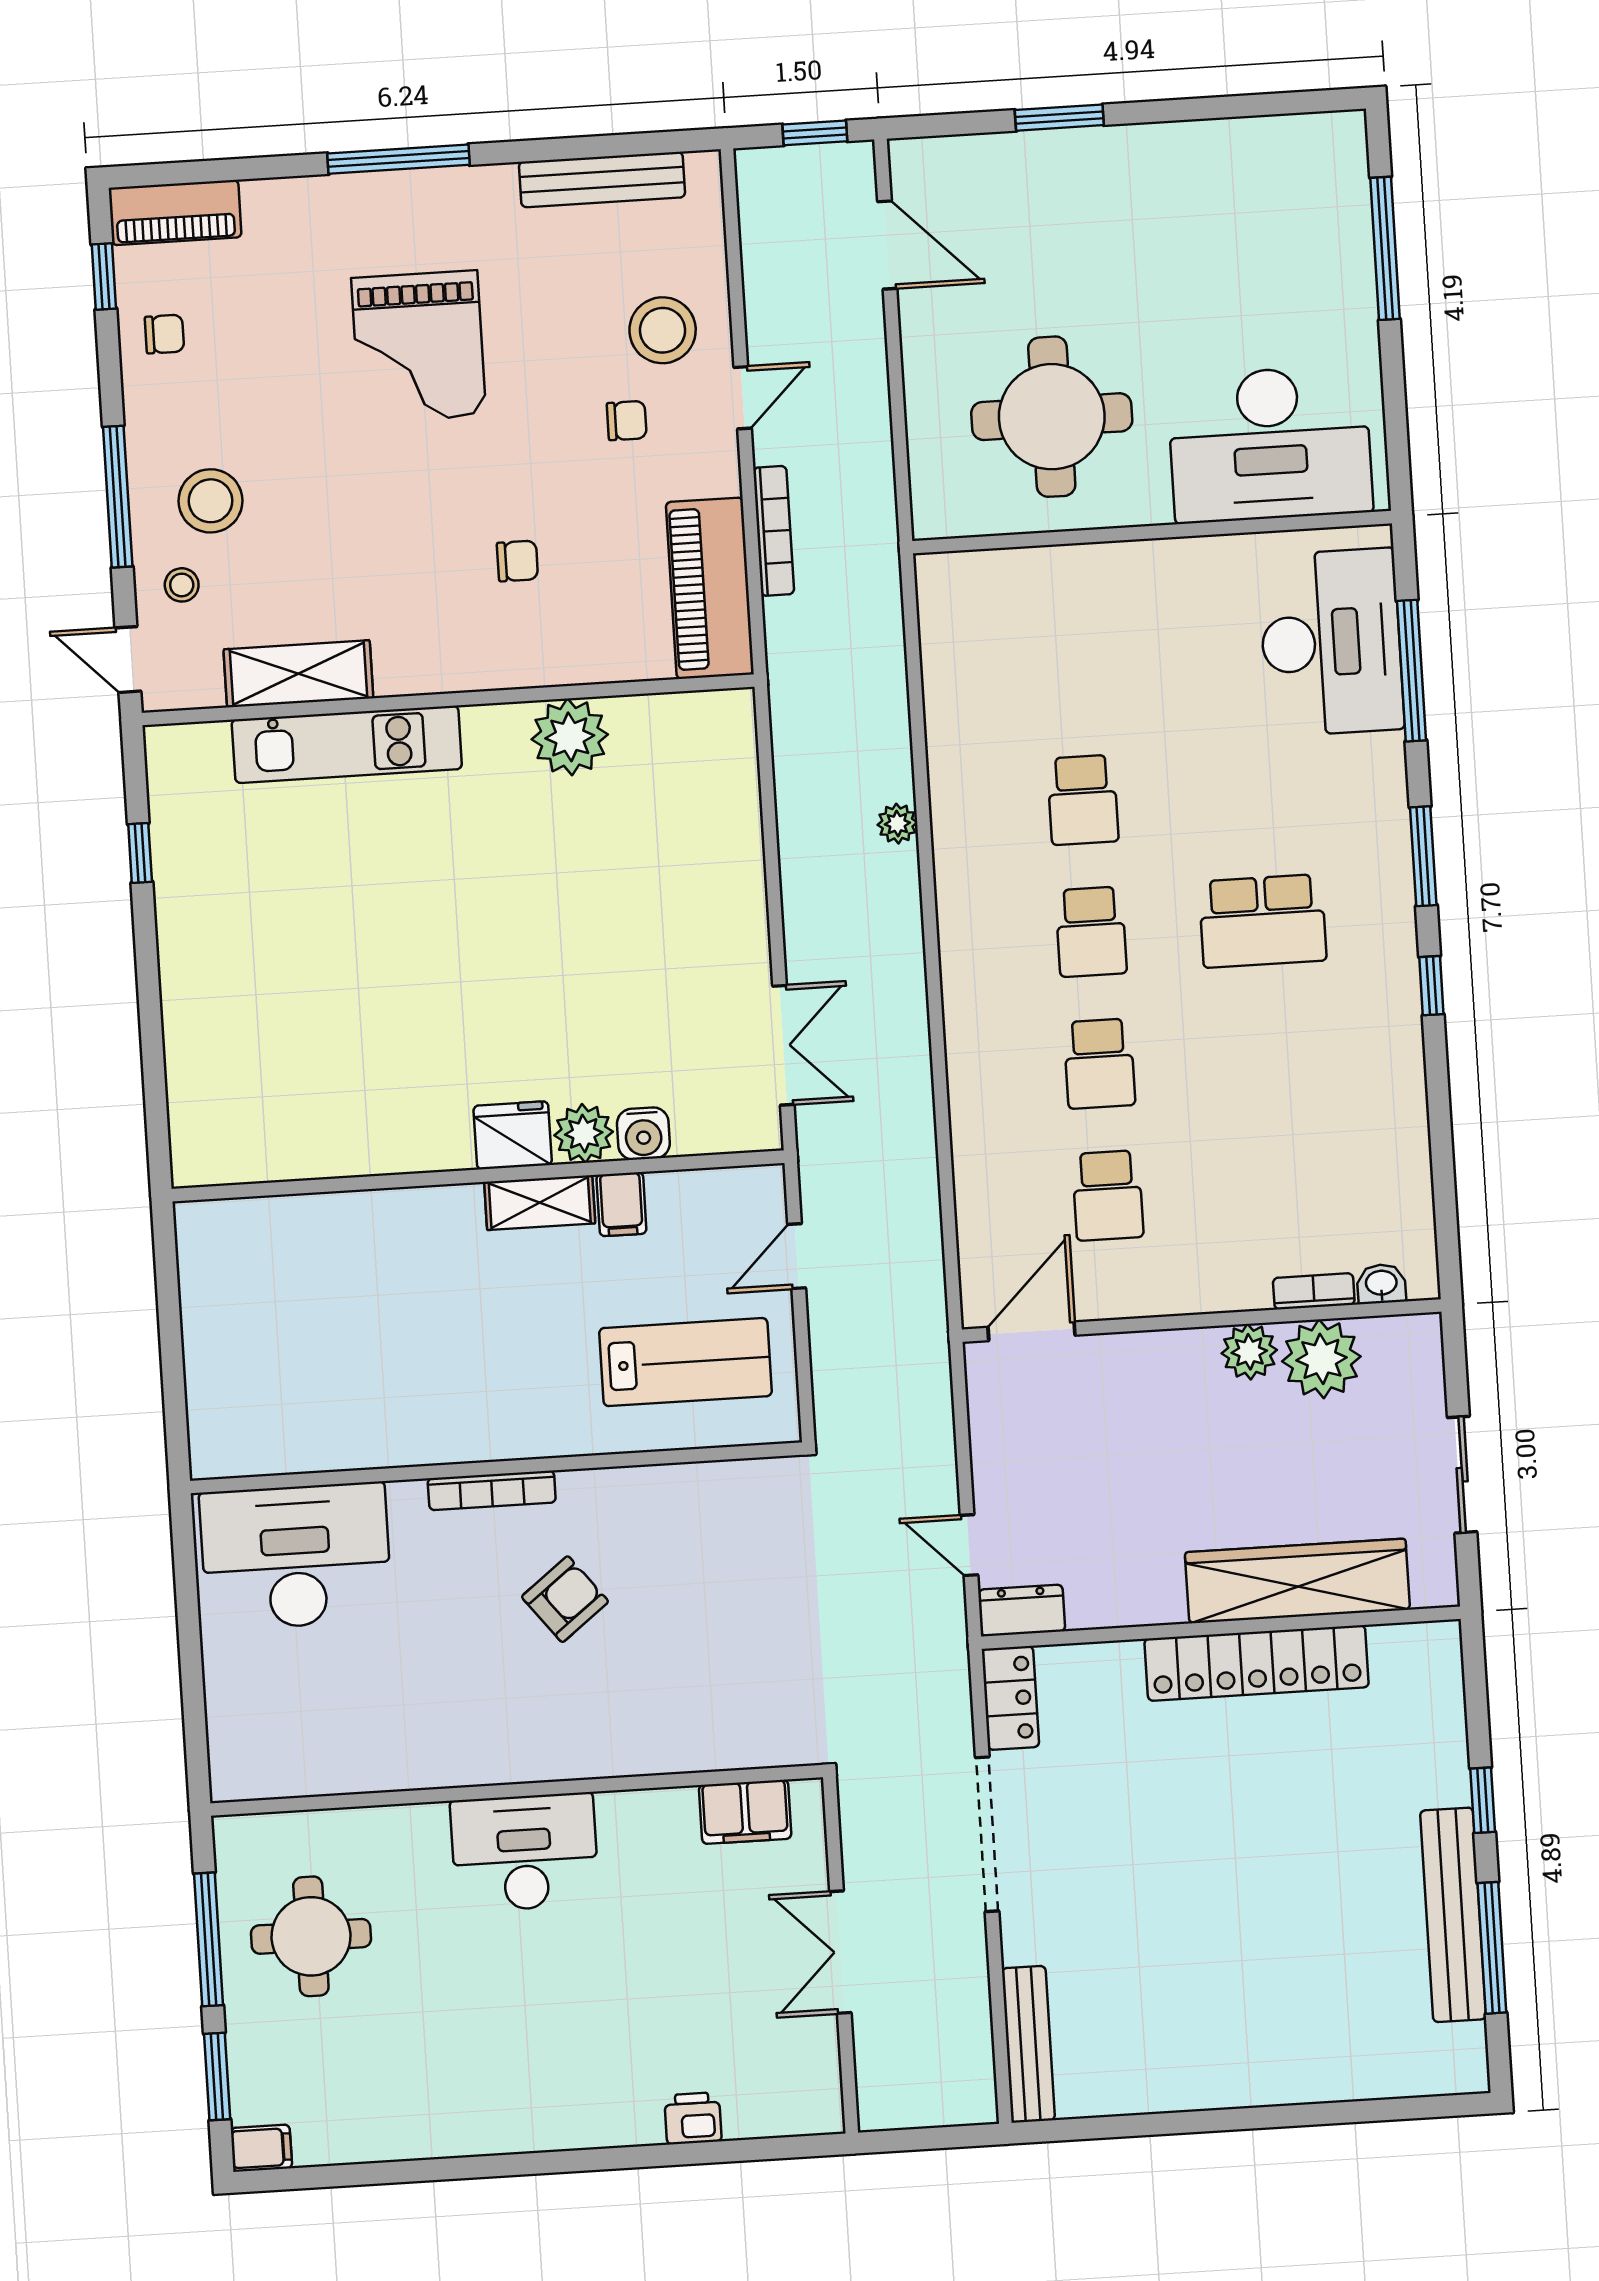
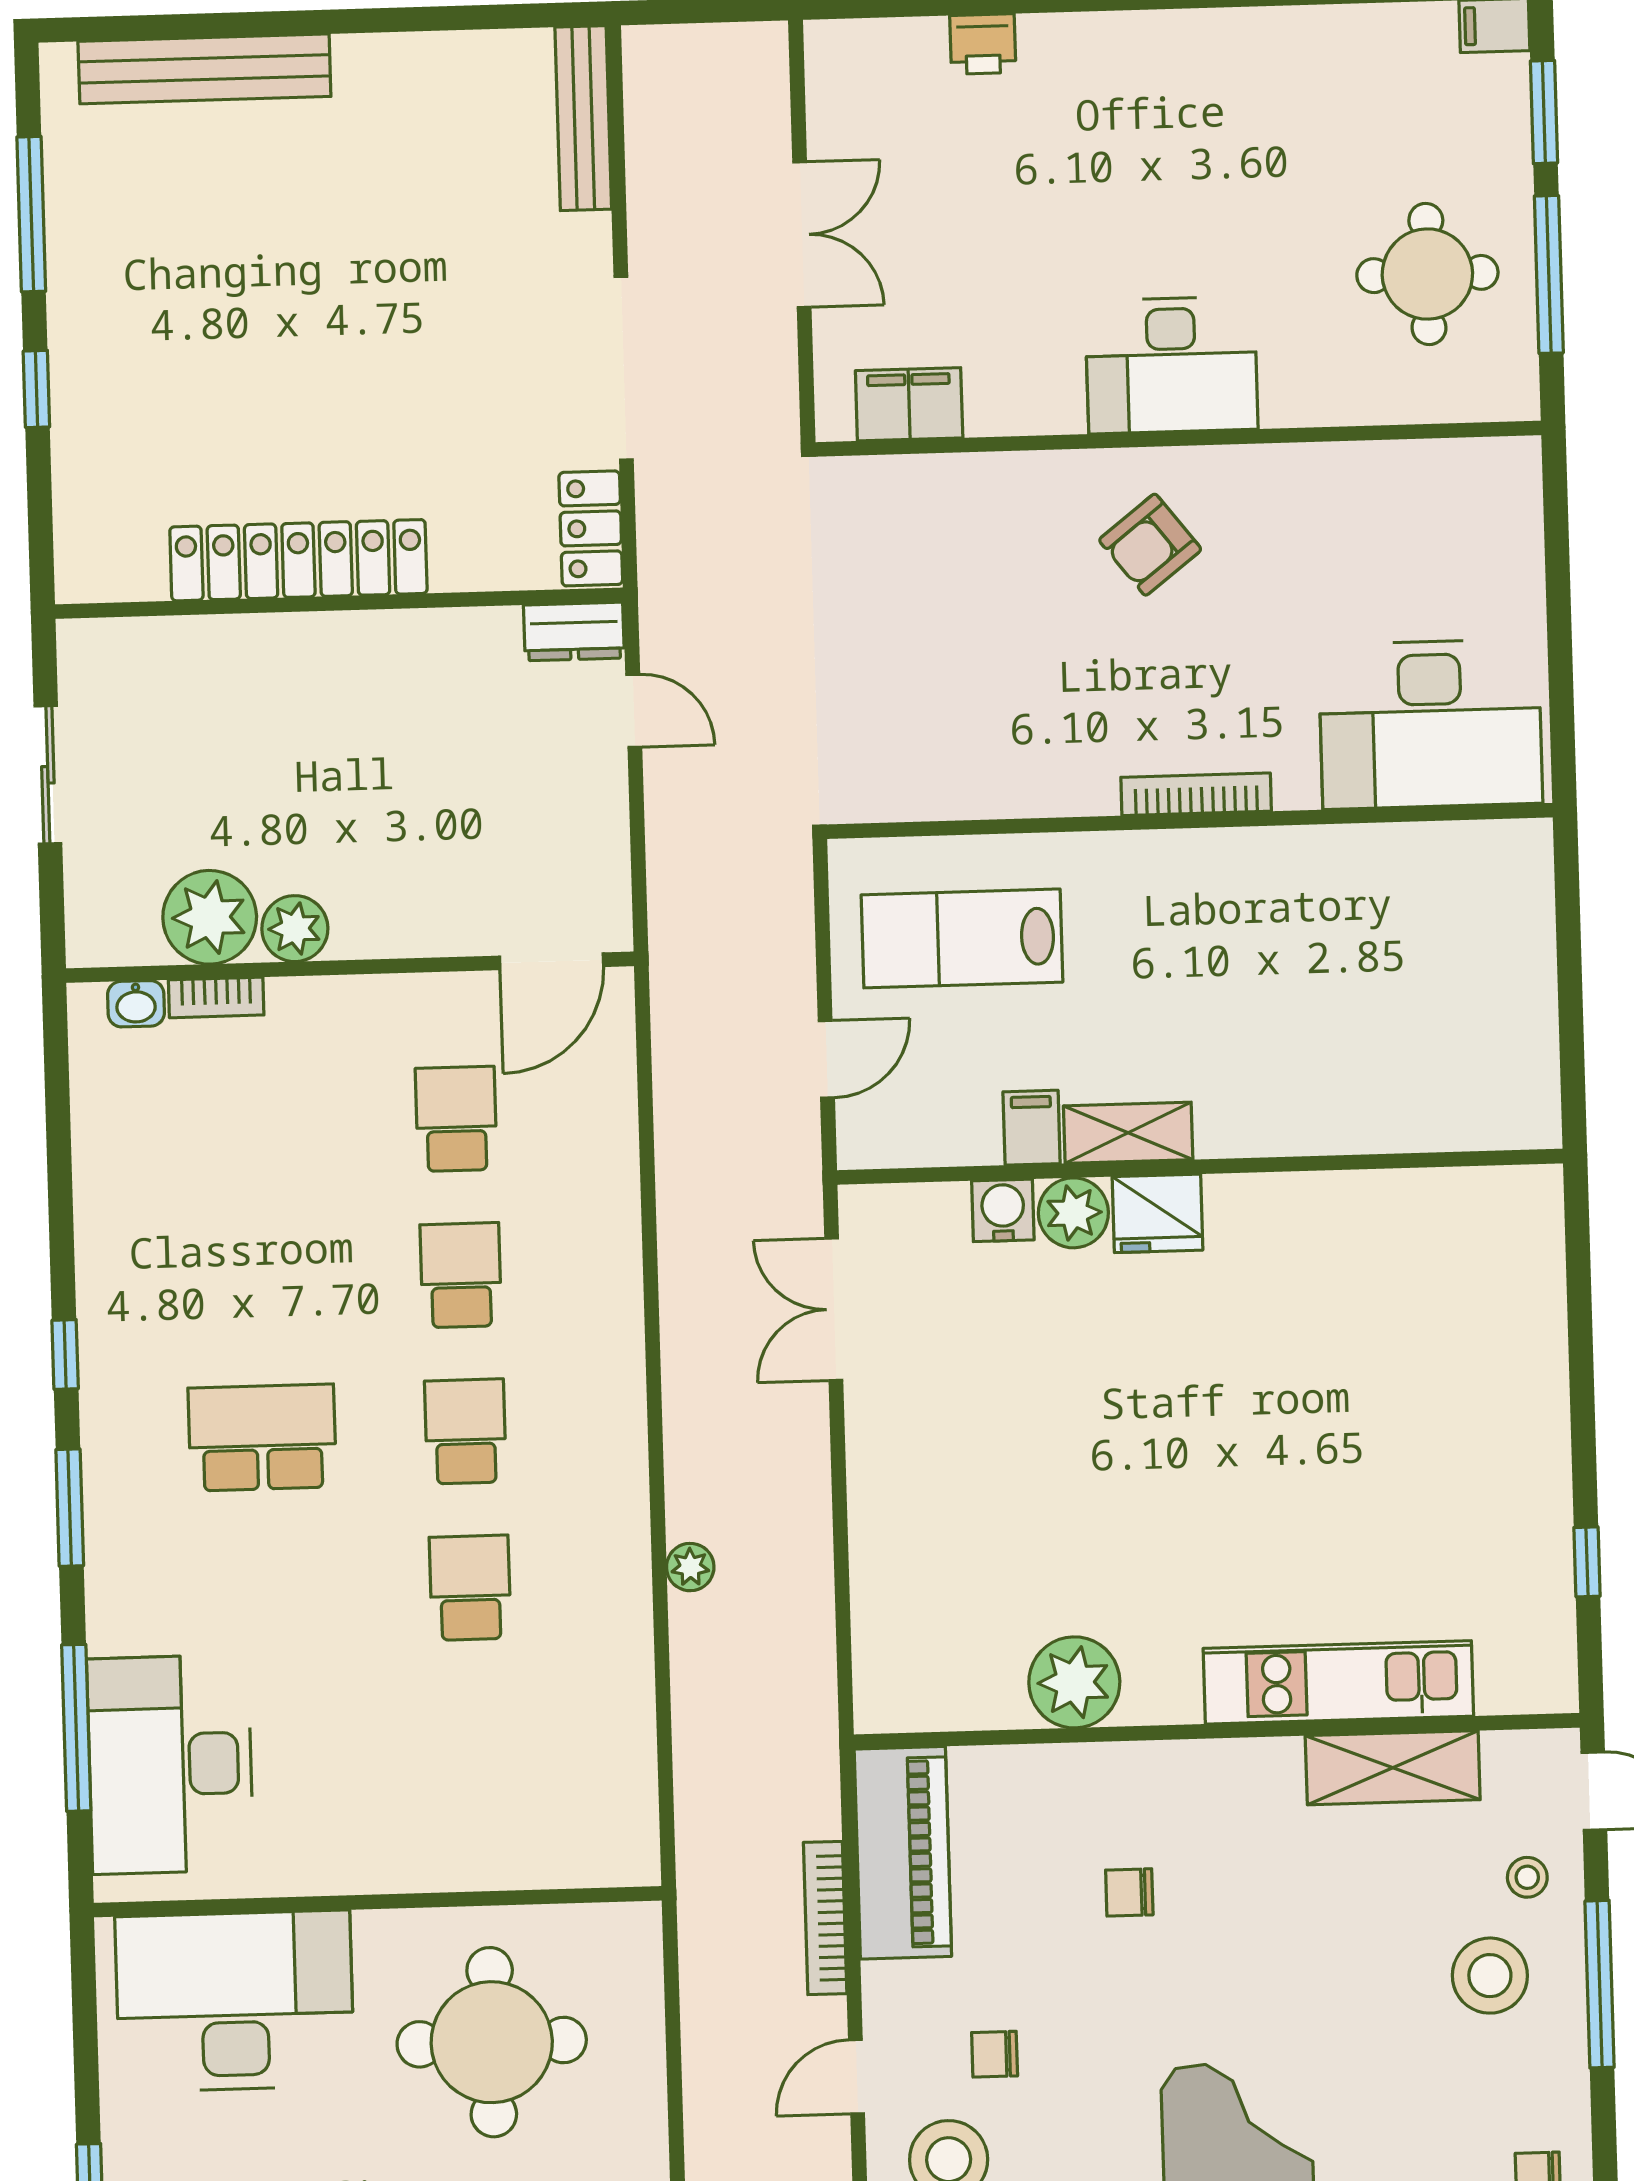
wardrobe: (1297, 1581) -> (247, 656), removed
armchair: (565, 1599) -> (1150, 545), moved
bench: (1453, 1915) -> (204, 69), moved, turned 90

